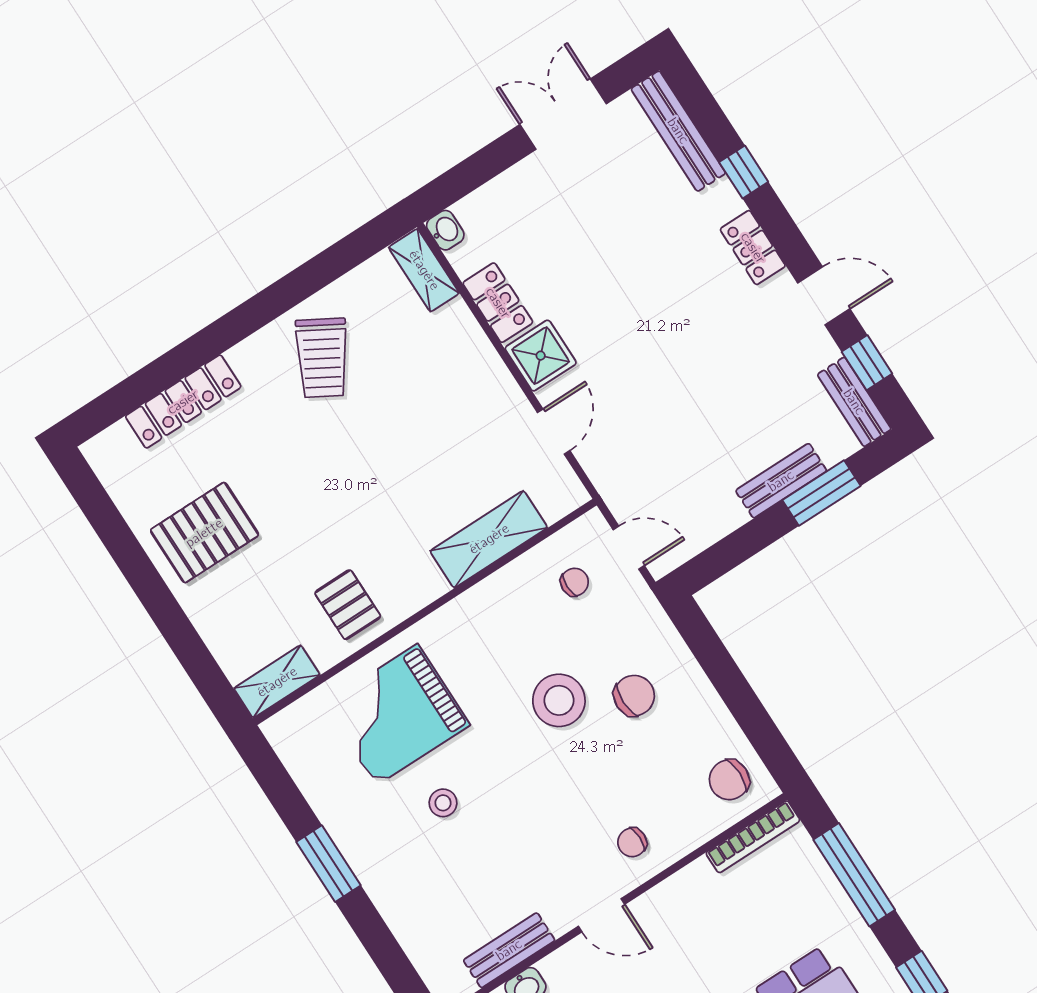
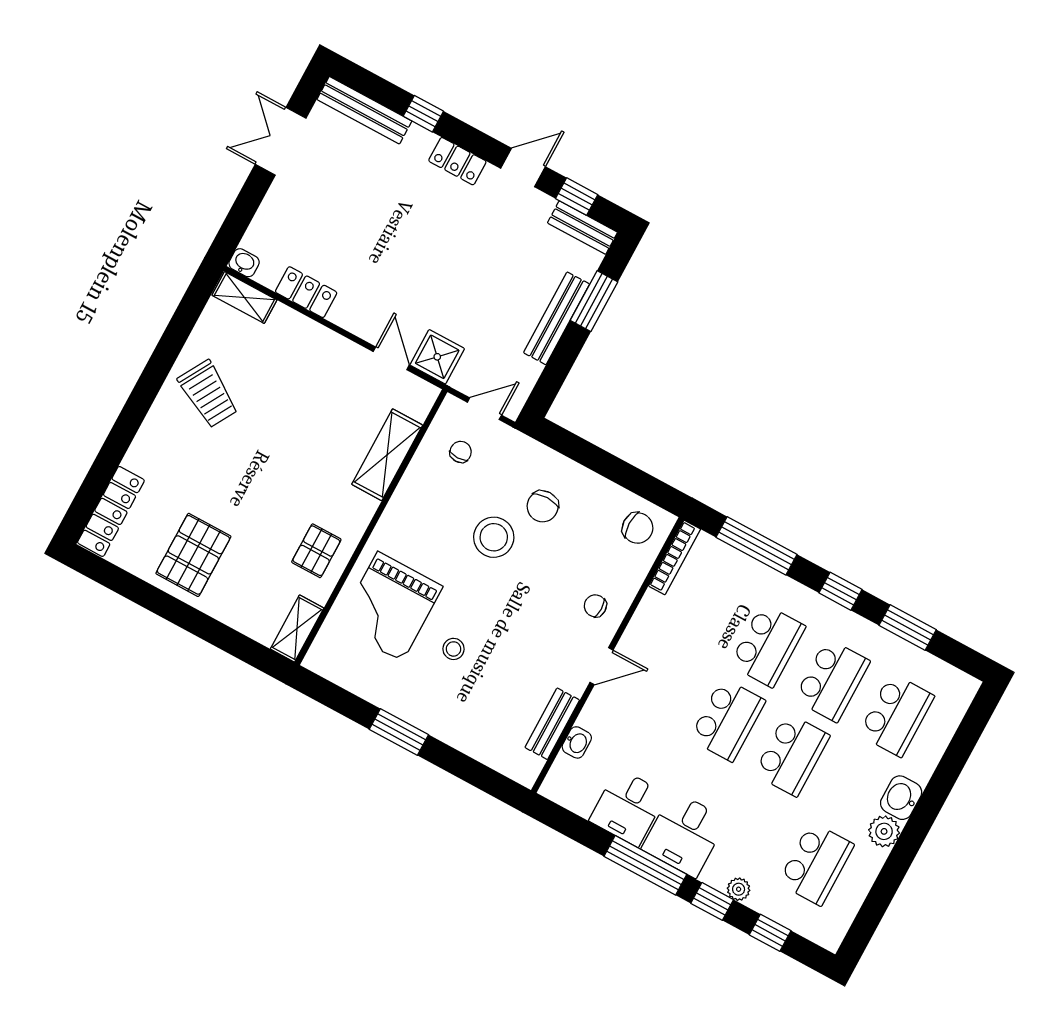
shower: (541, 356) -> (437, 357), moved
locker: (183, 402) -> (111, 511), moved
bench: (781, 481) -> (557, 318), width x1.36
pallet: (348, 605) -> (316, 551), turned 90
chair: (634, 696) -> (543, 506), turned 180
chair: (729, 780) -> (638, 528), turned -90
chair: (632, 842) -> (595, 606), turned 90

